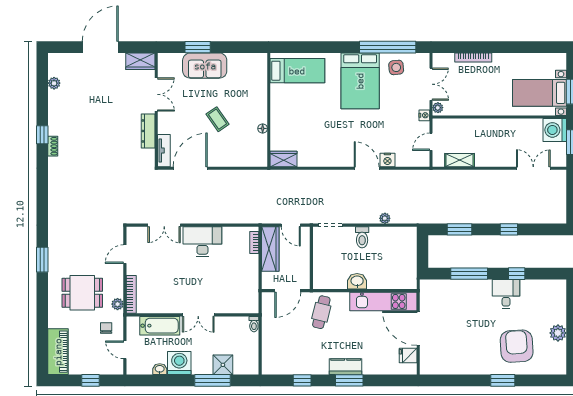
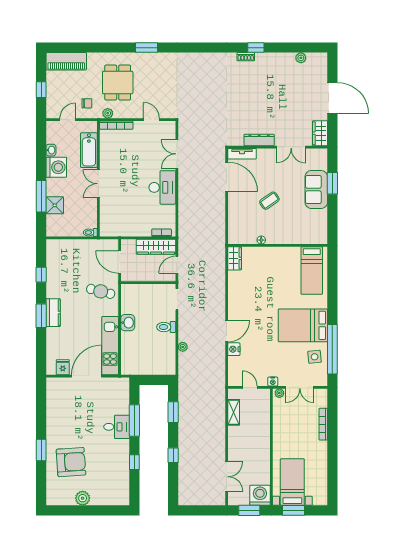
desk: (506, 294) -> (117, 427), moved

